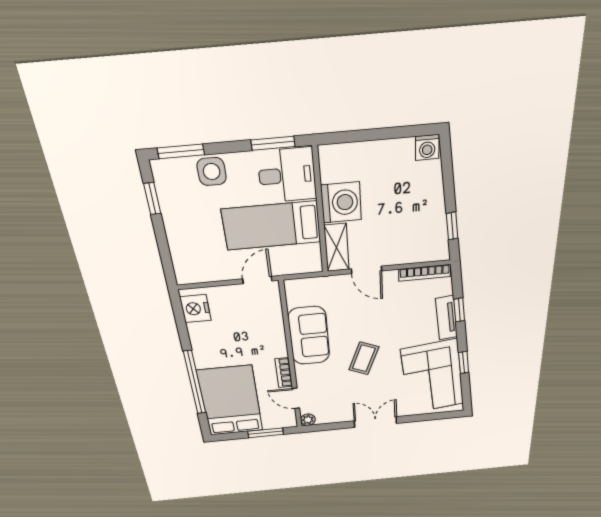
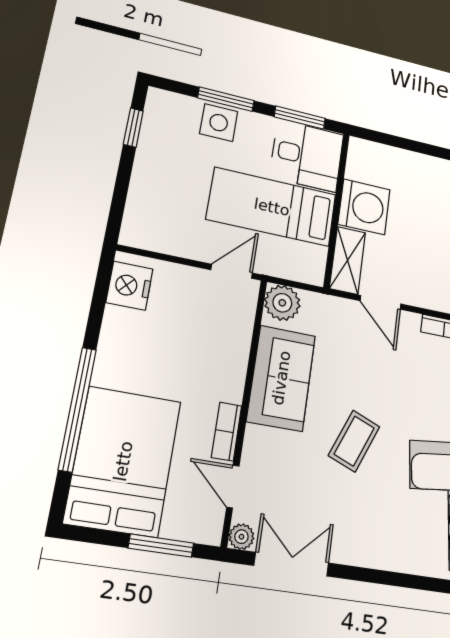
window: (181, 151) -> (226, 99), moved
plant: (297, 290) -> (282, 303), added
double door: (375, 422) -> (292, 564), moved

